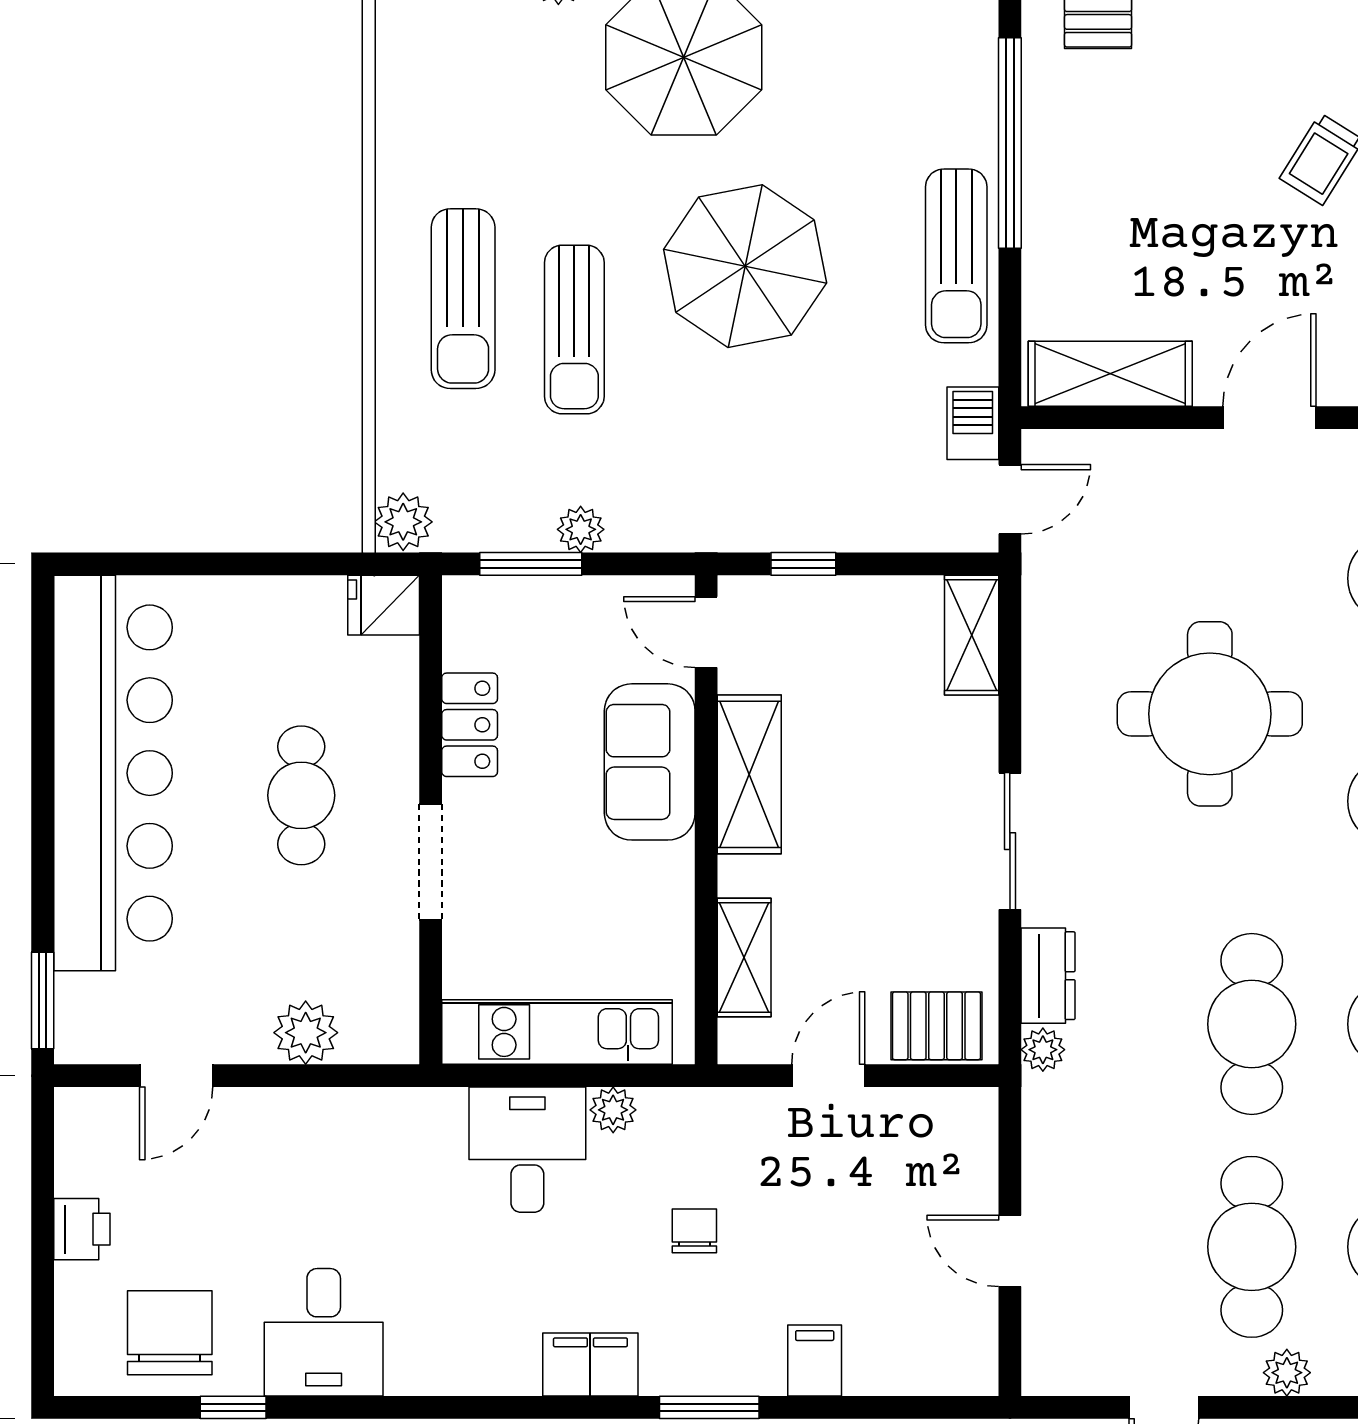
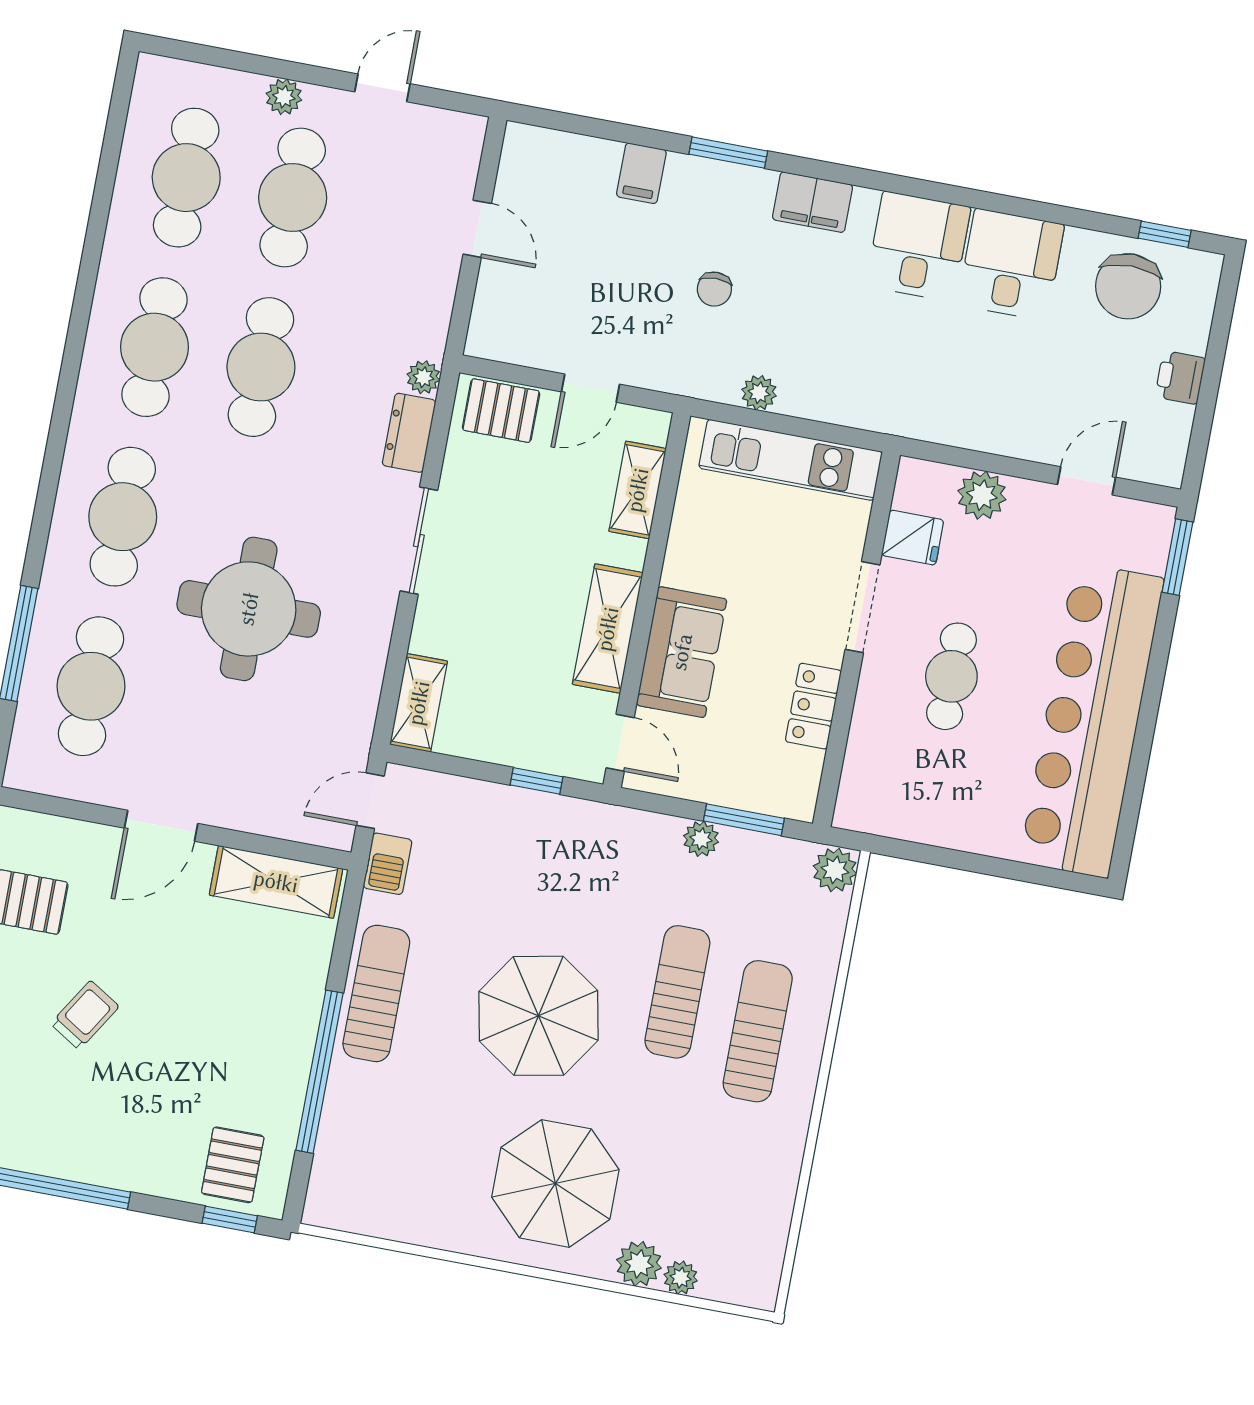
fridge: (384, 605) -> (913, 538), moved
desk: (527, 1150) -> (918, 246), moved, turned 180
window: (233, 1407) -> (1165, 234), moved

